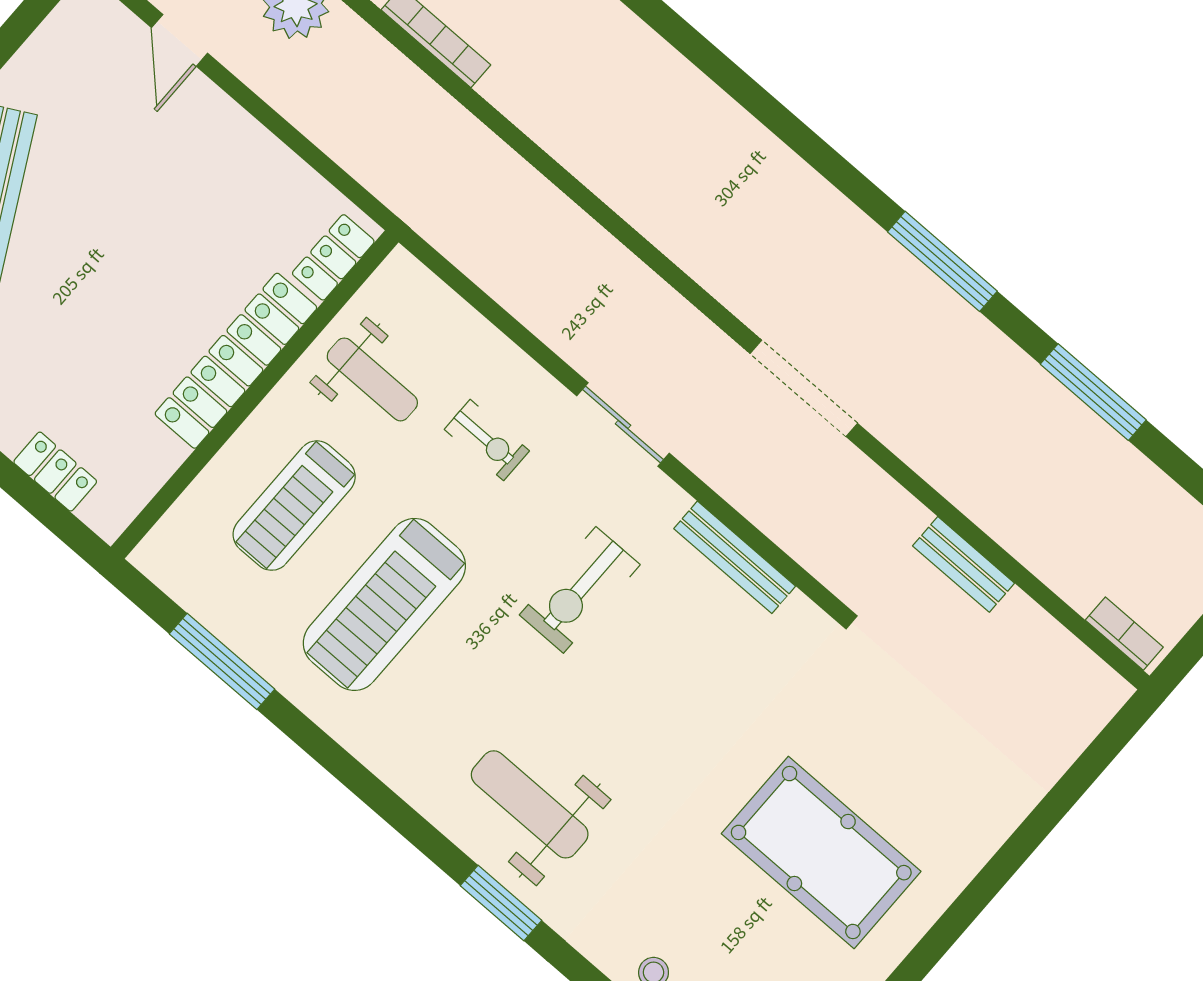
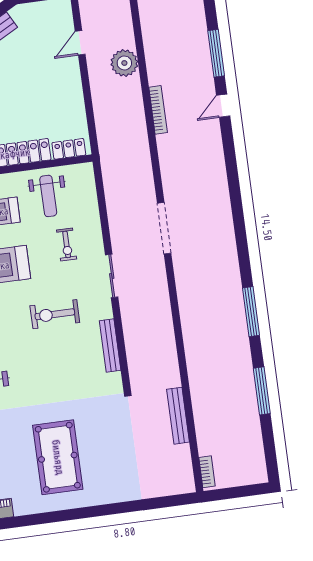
doorway: (804, 388) -> (164, 228), moved
bench: (964, 564) -> (178, 416), width x1.36

